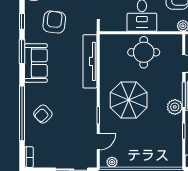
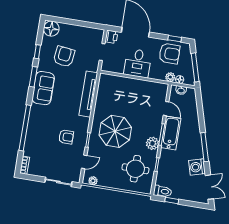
round table: (144, 52) -> (135, 169), moved
armchair: (43, 114) -> (66, 137), moved, turned -136

